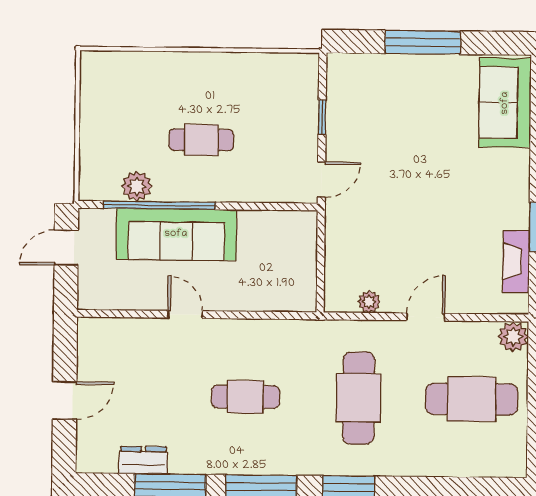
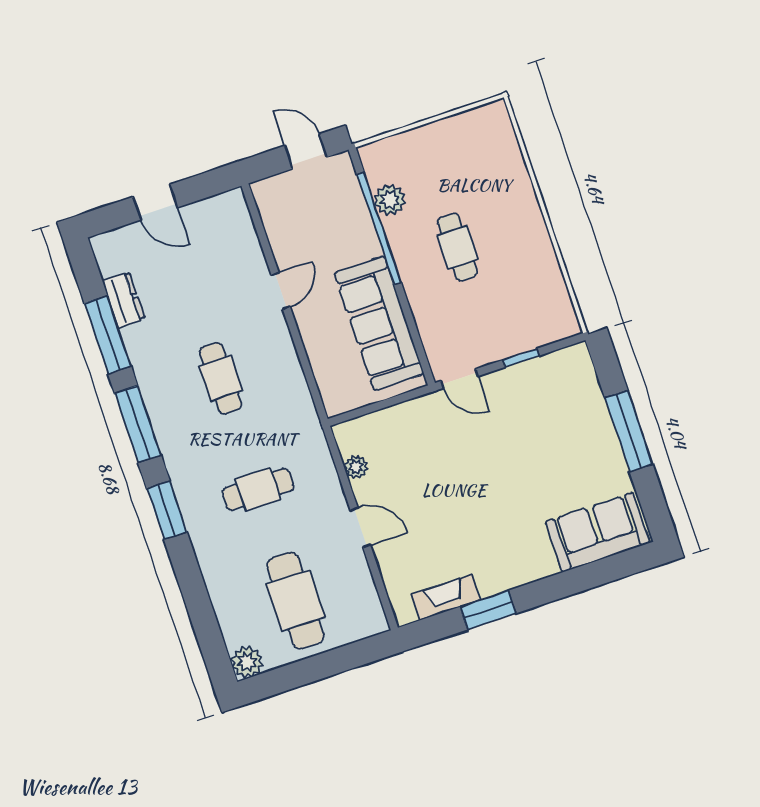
sofa: (176, 234) -> (379, 323), moved
plant: (513, 337) -> (247, 662), moved
cafe table: (358, 398) -> (258, 489), width x0.73, depth x0.74

